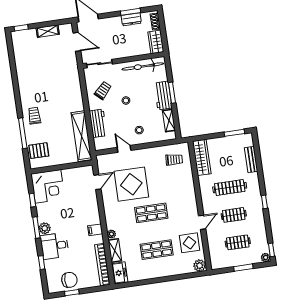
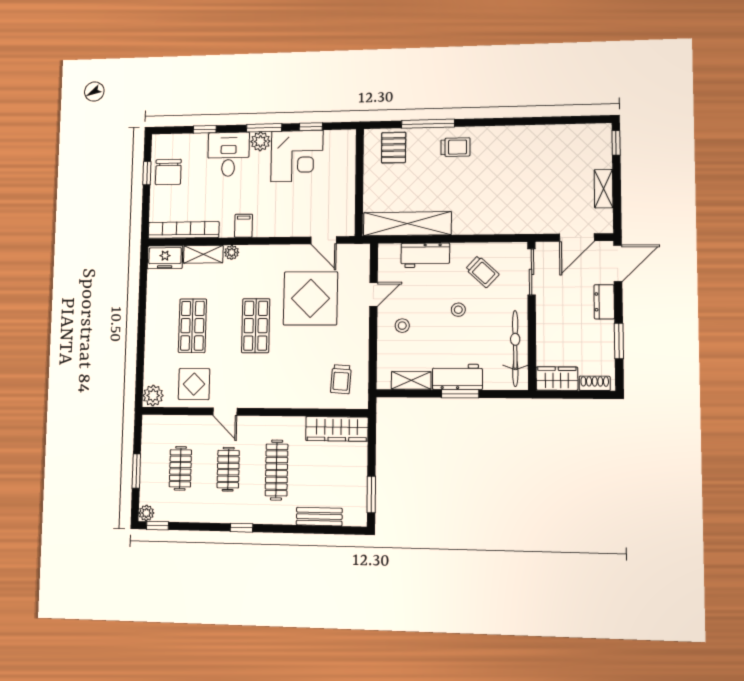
dresser: (131, 19) -> (604, 302), moved
corner desk: (48, 186) -> (297, 156), moved, turned -90

